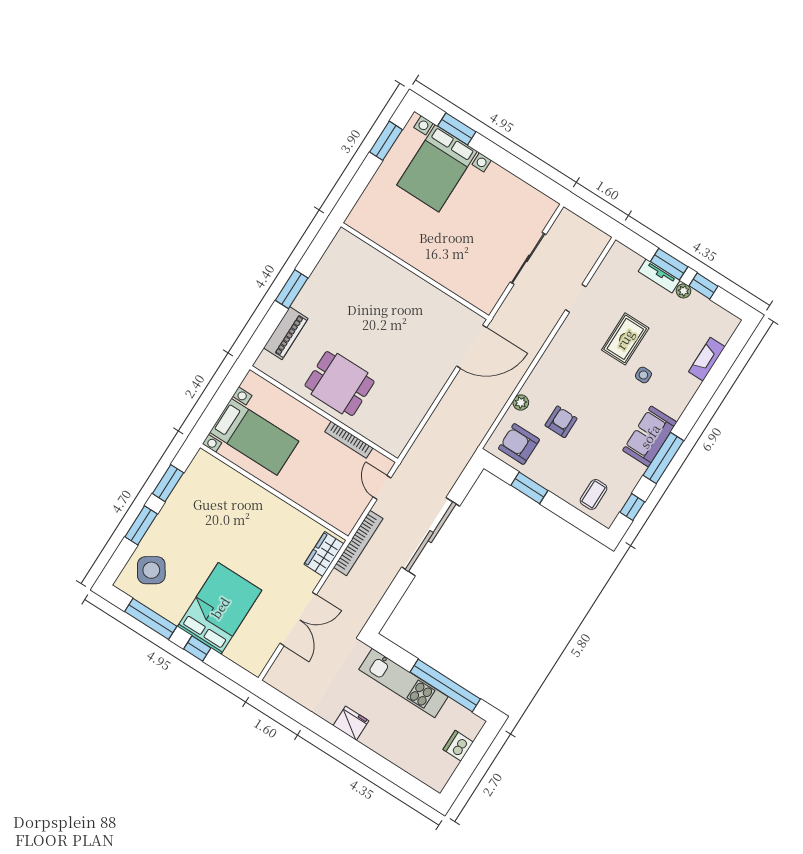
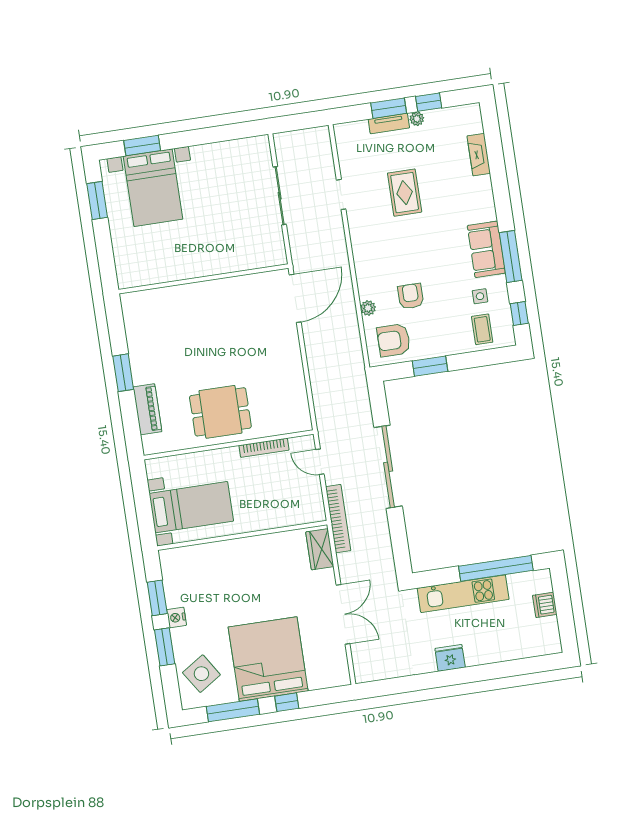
side table: (643, 375) -> (480, 296), moved
nightstand: (170, 511) -> (177, 618), added
bed: (220, 608) -> (268, 659), width x1.36

